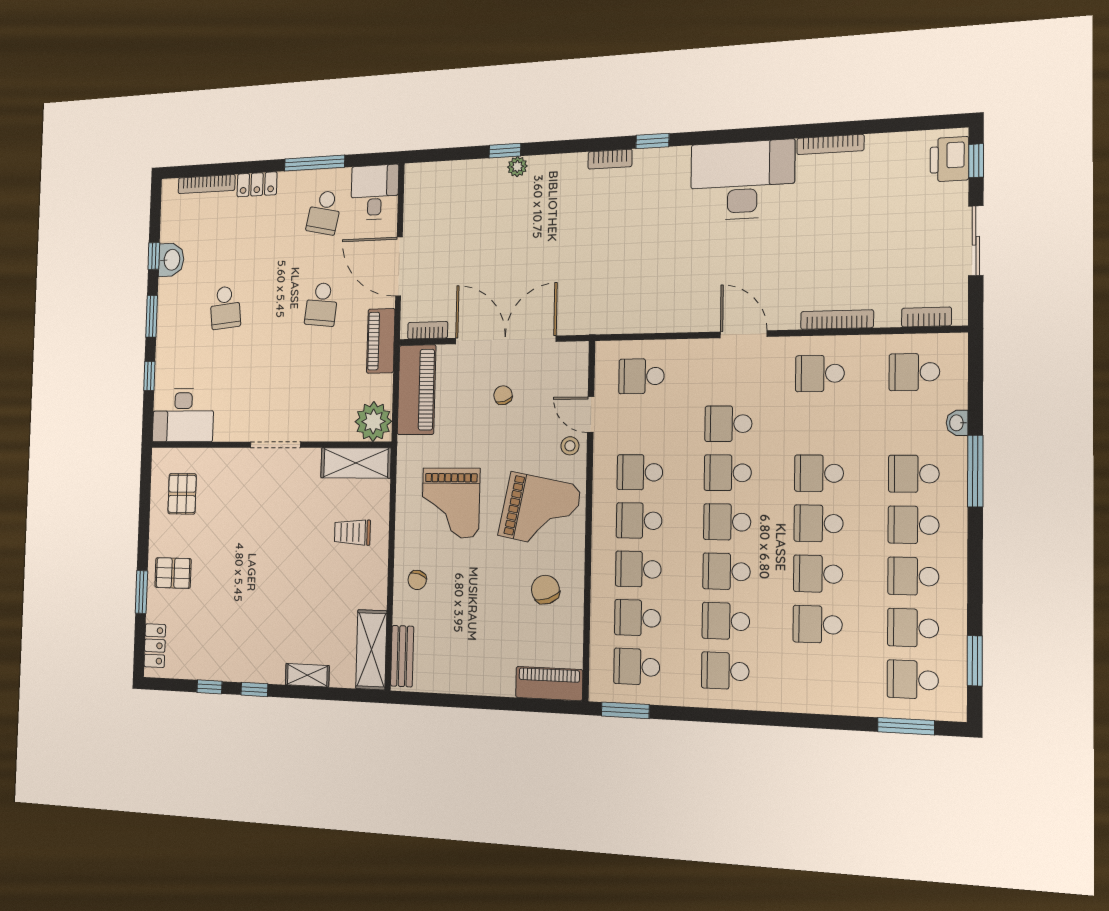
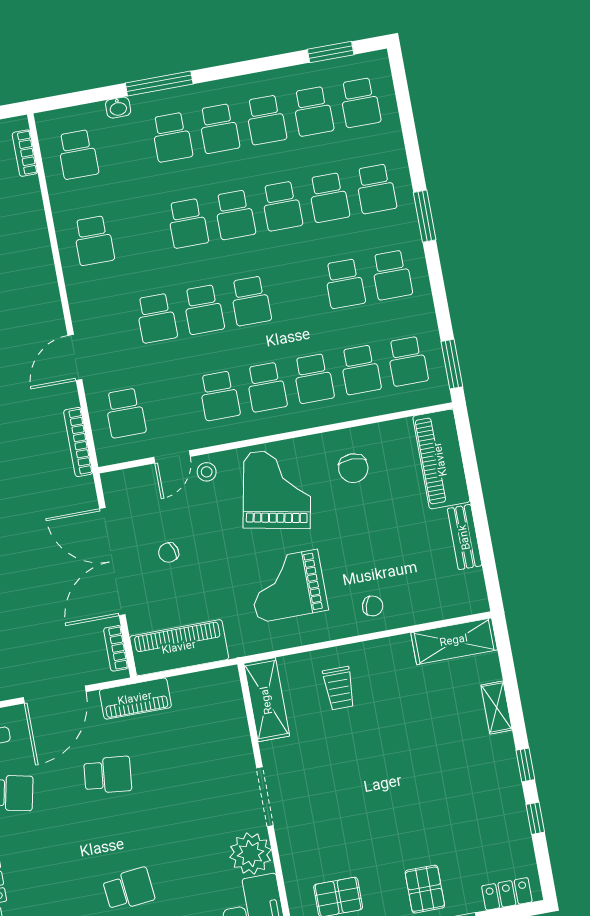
bookcase: (837, 320) -> (78, 442), moved
door: (744, 334) -> (75, 358), moved
plant: (373, 422) -> (251, 854), moved
grand piano: (451, 503) -> (287, 586), turned 180
school desk: (726, 571) -> (376, 189), moved
chair: (545, 590) -> (353, 468), turned -70
bench: (402, 656) -> (465, 537), moved, turned 90
piano: (549, 684) -> (441, 459), width x1.37, depth x1.33
window: (906, 726) -> (425, 216), moved

